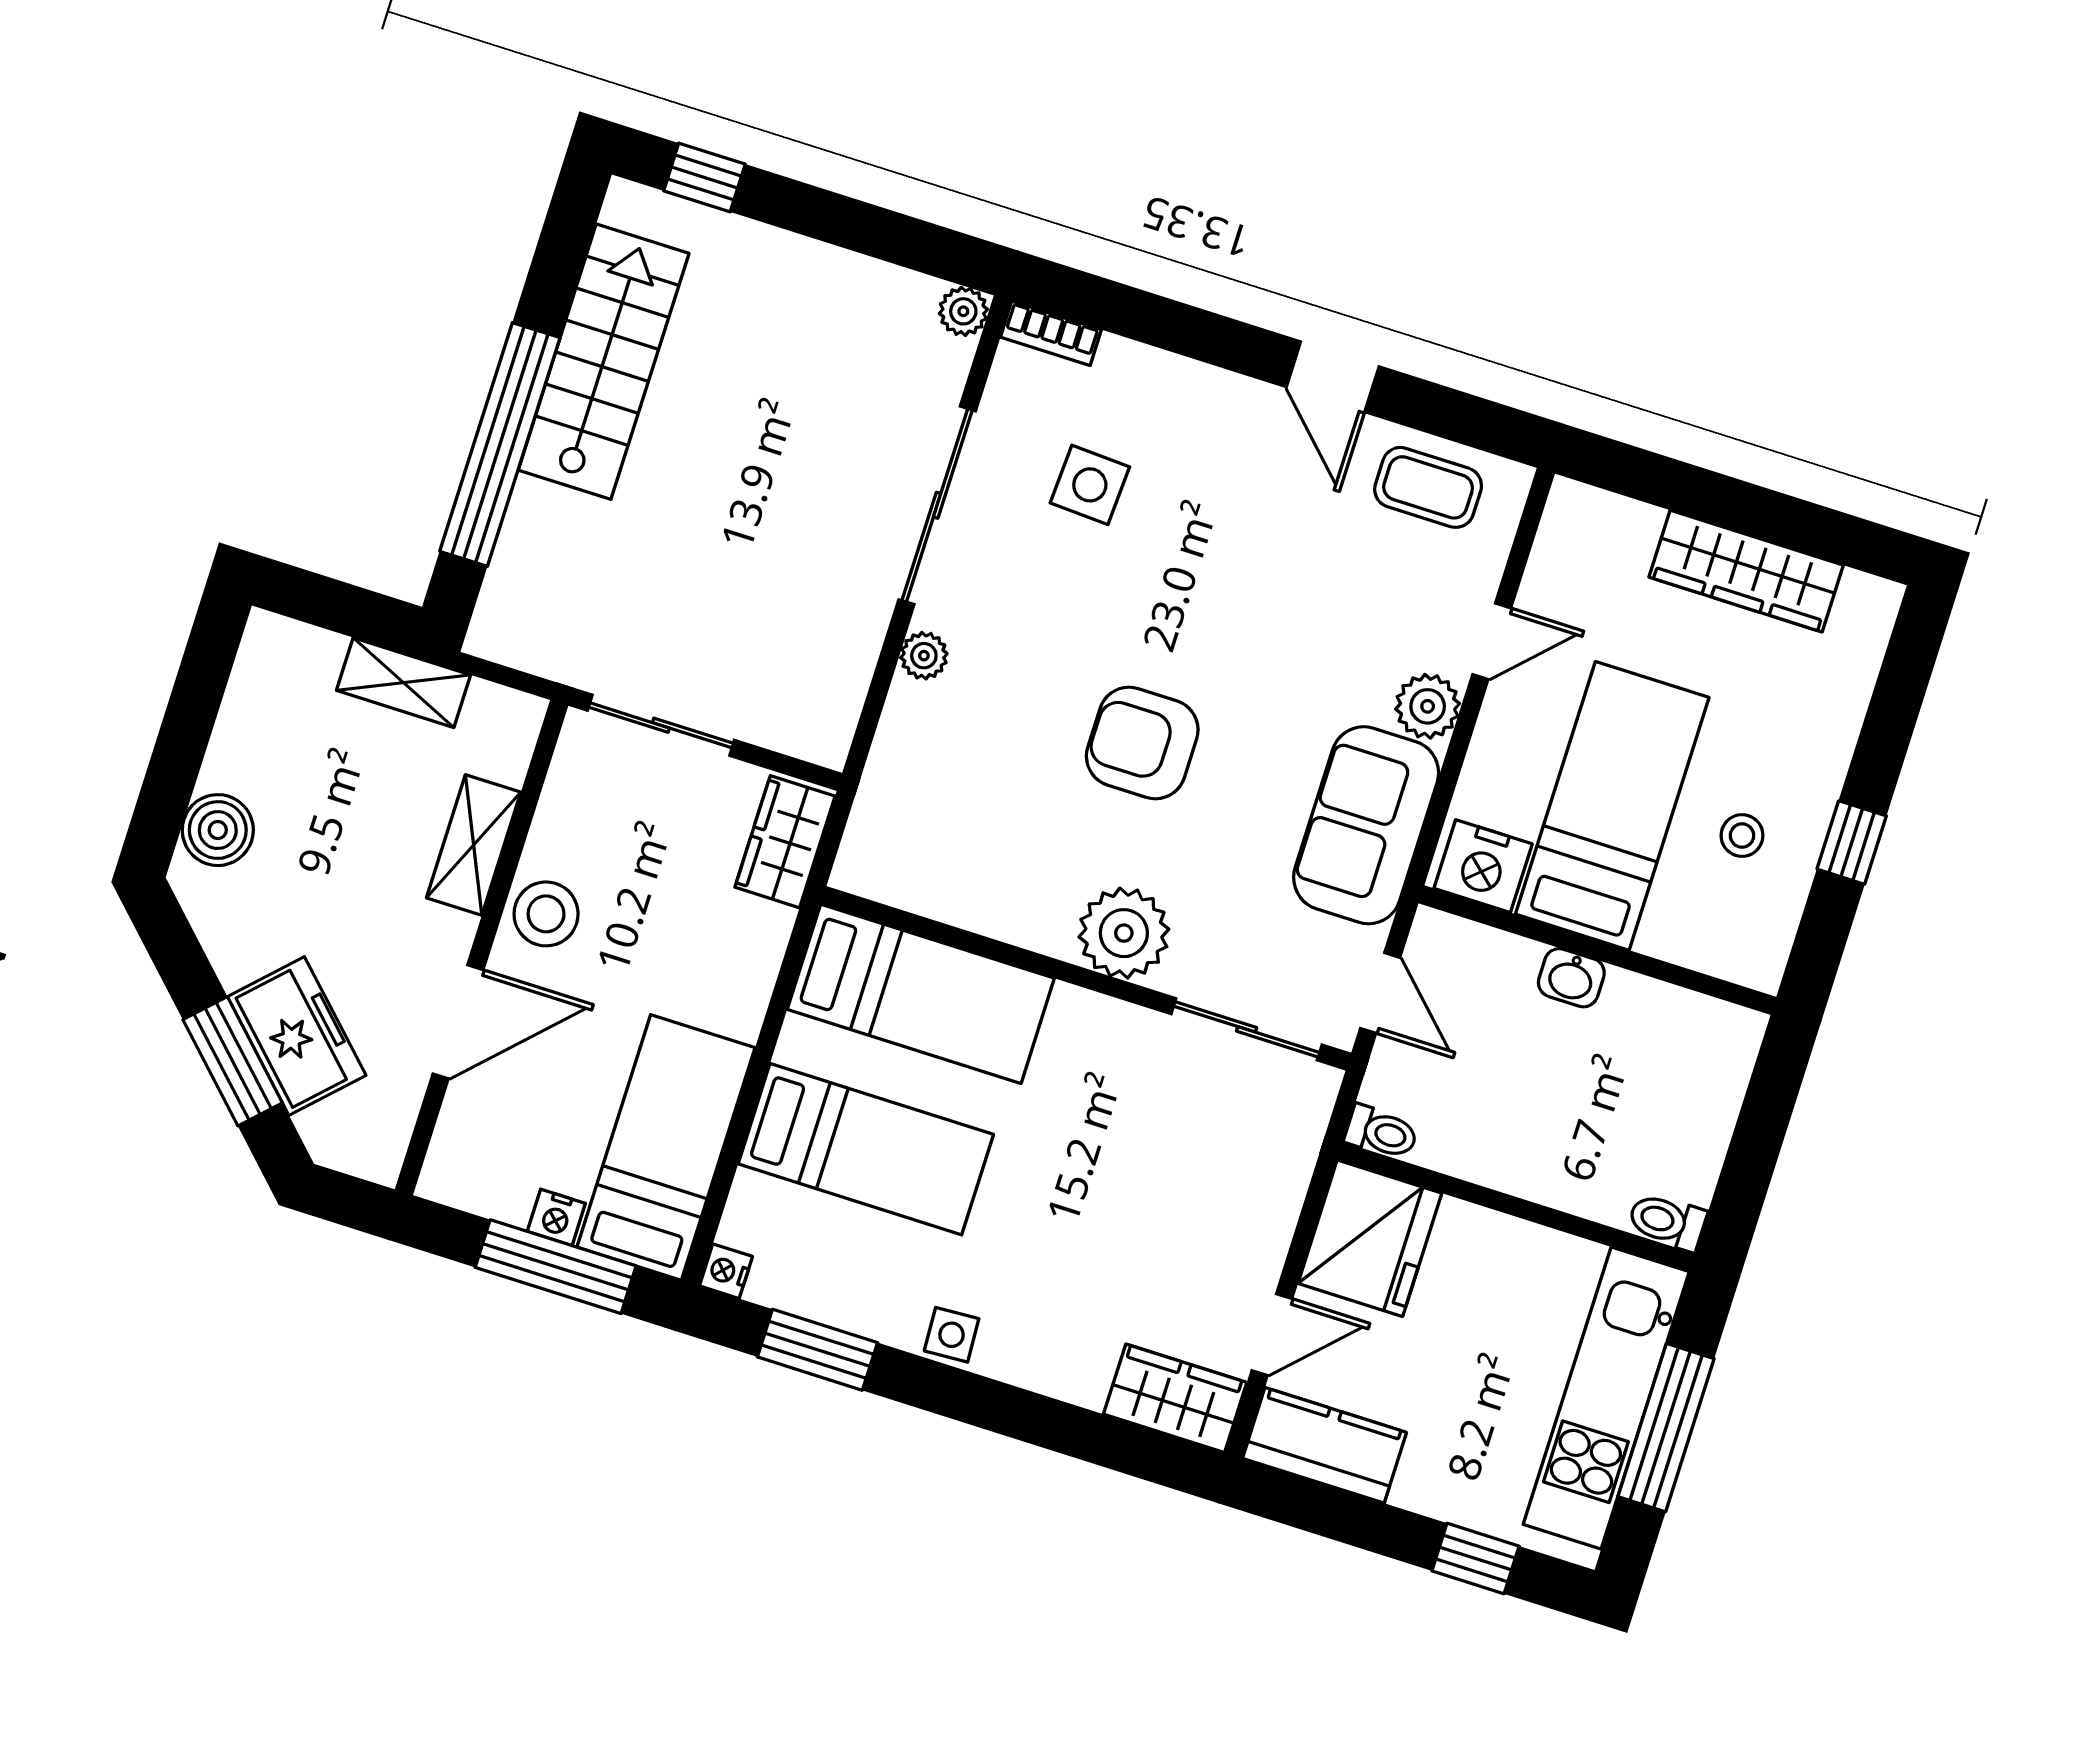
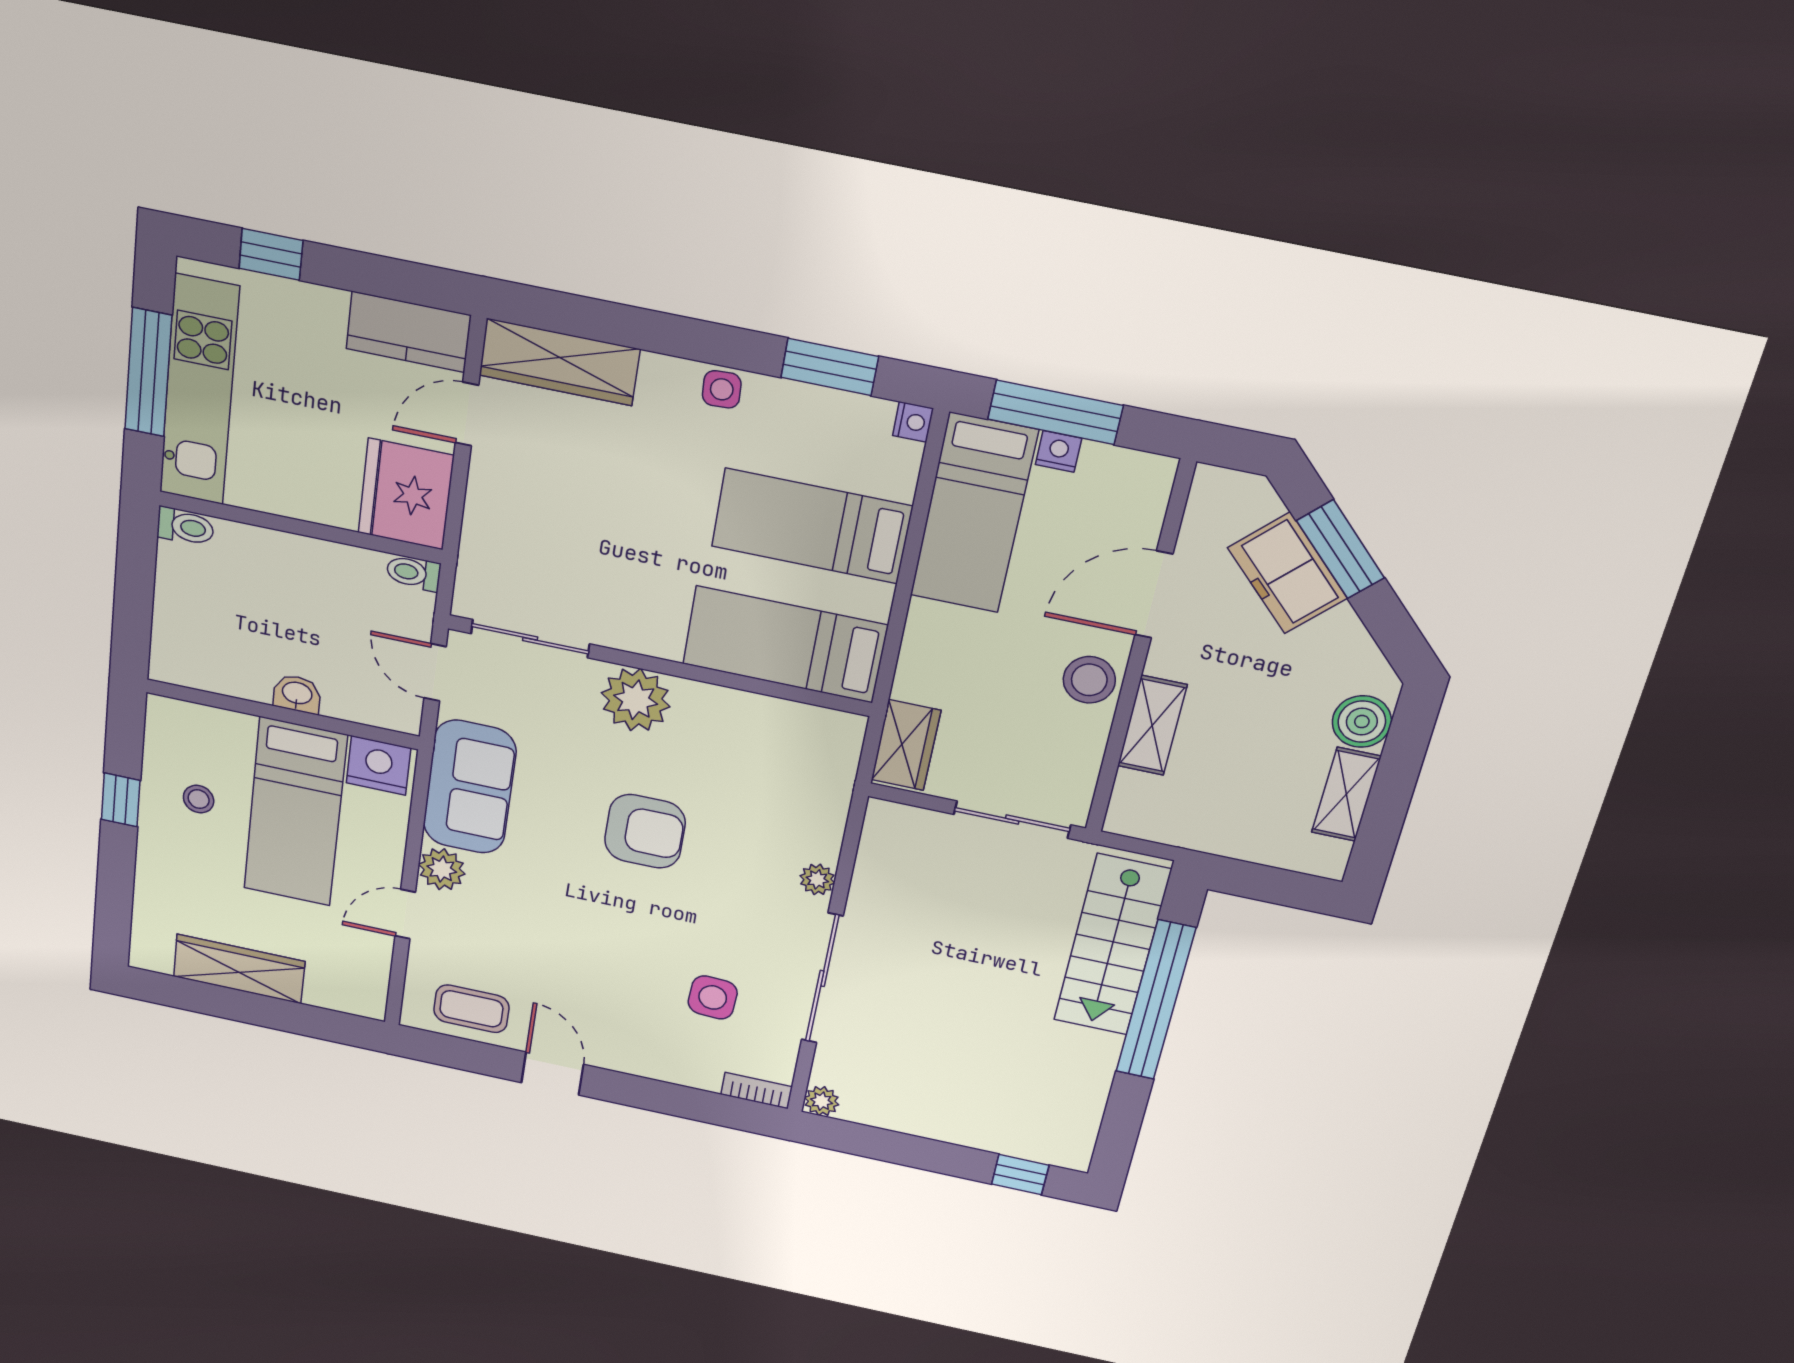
stairs: (604, 362) -> (1112, 945), moved
shelving: (404, 683) -> (1346, 794), moved, turned 90
wardrobe: (1175, 1398) -> (559, 362), width x1.50

